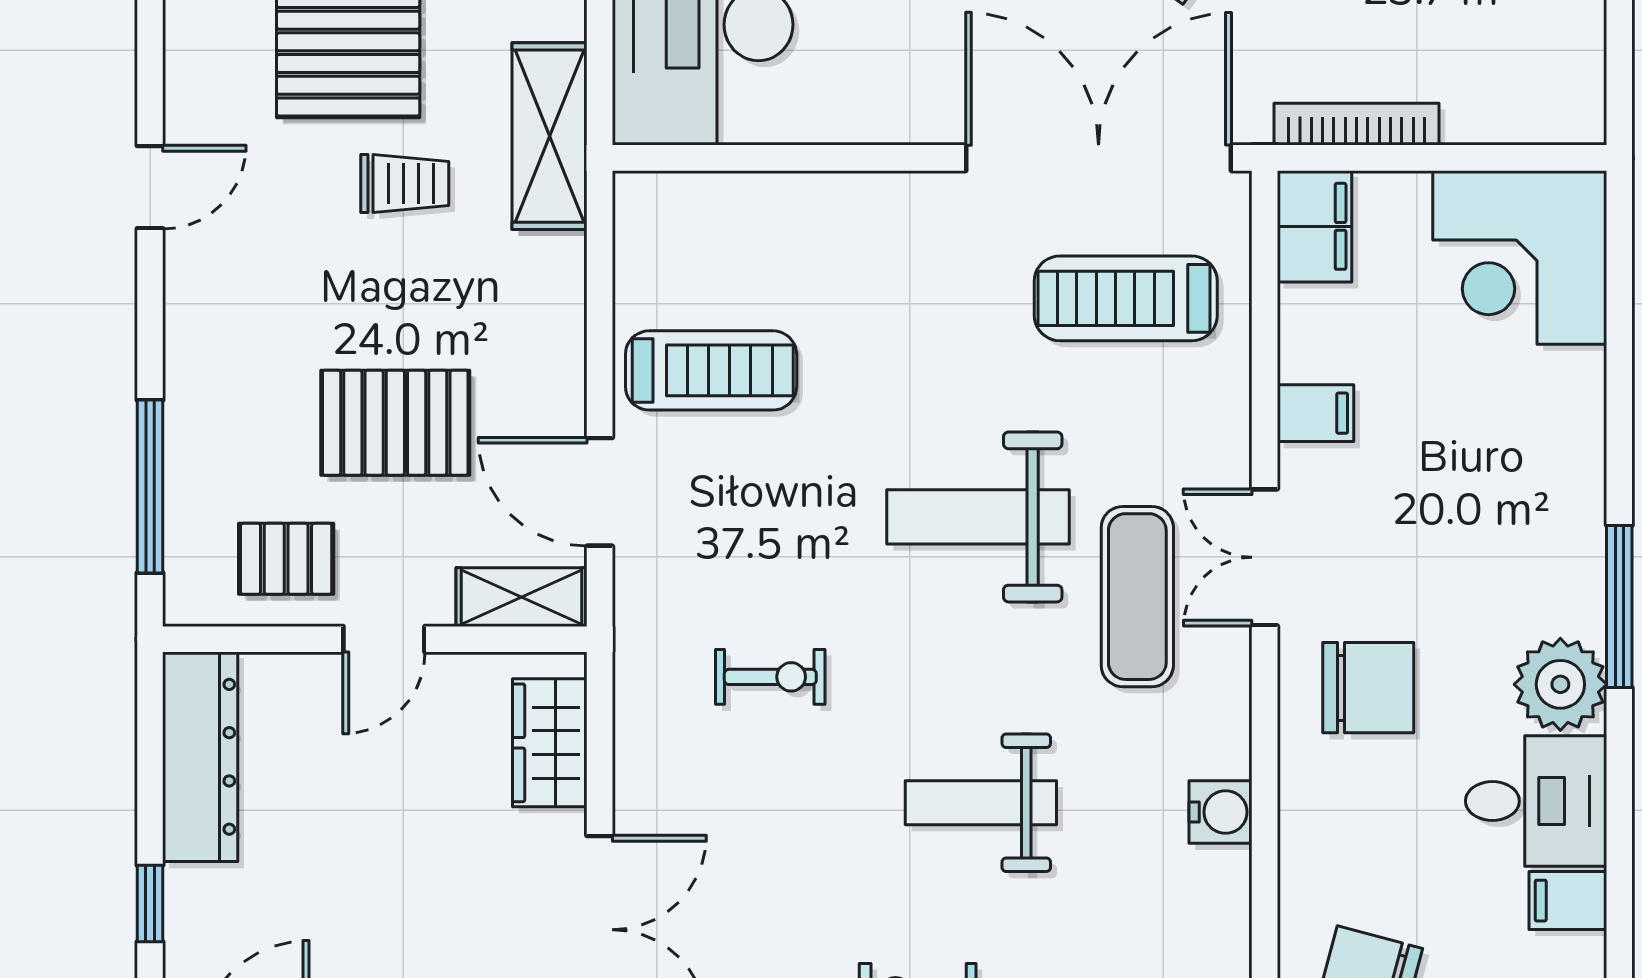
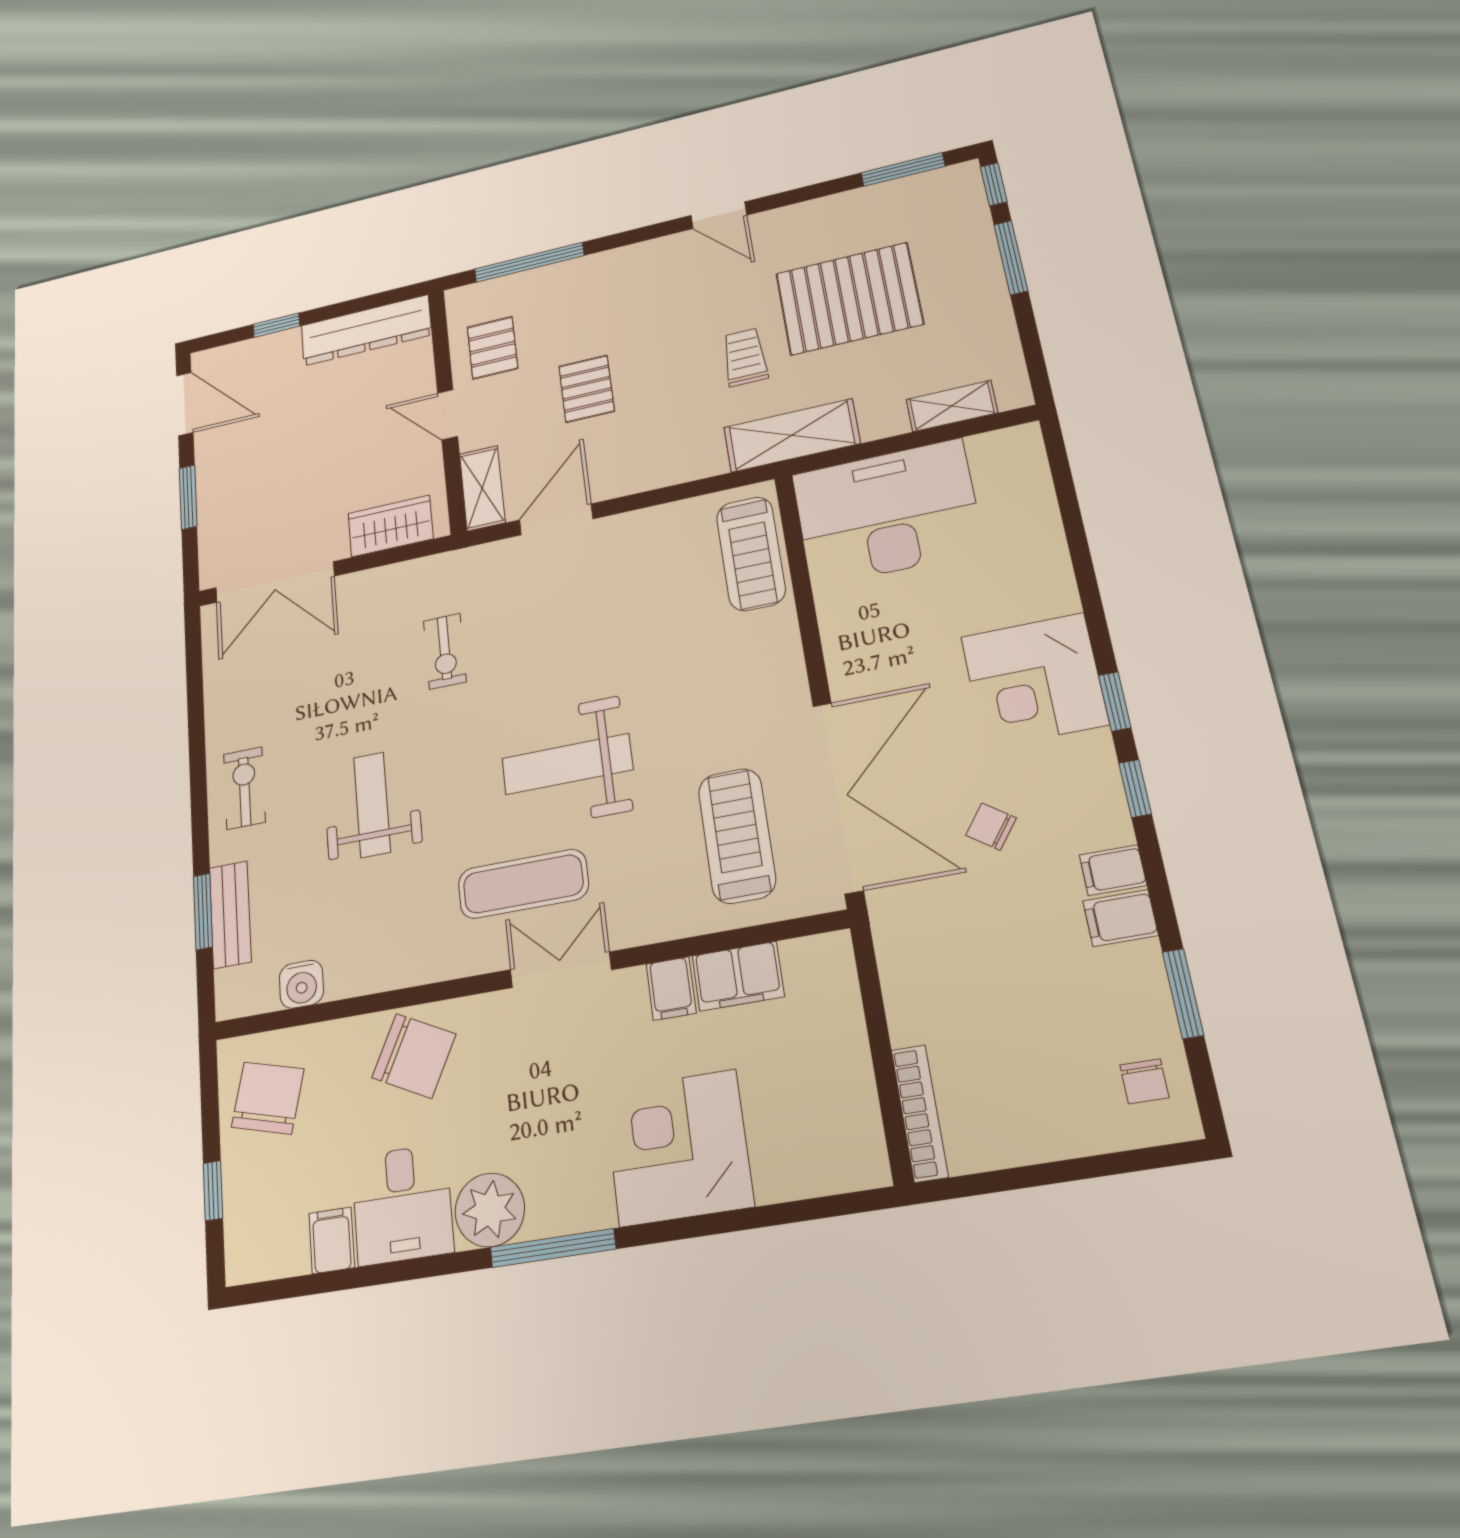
bookcase: (1357, 124) -> (920, 1113), moved
trolley: (405, 183) -> (745, 357), turned 180
filing cabinet: (1315, 226) -> (738, 976), moved
corner desk: (1520, 257) -> (678, 1148), moved
treadmill: (711, 370) -> (751, 554), moved
pallet: (395, 423) -> (587, 389), width x0.67, depth x0.71
weight bench: (978, 517) -> (567, 764), turned -90
chair: (1368, 688) -> (414, 1056), moved, turned -63
water cooler: (1221, 812) -> (301, 984), moved

